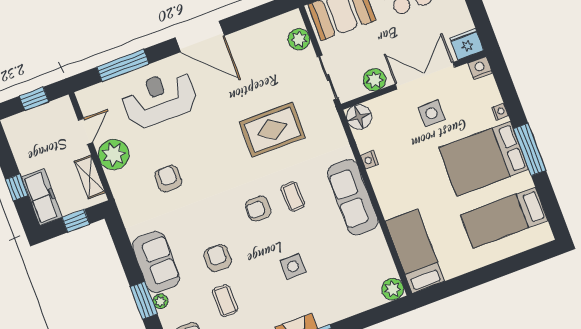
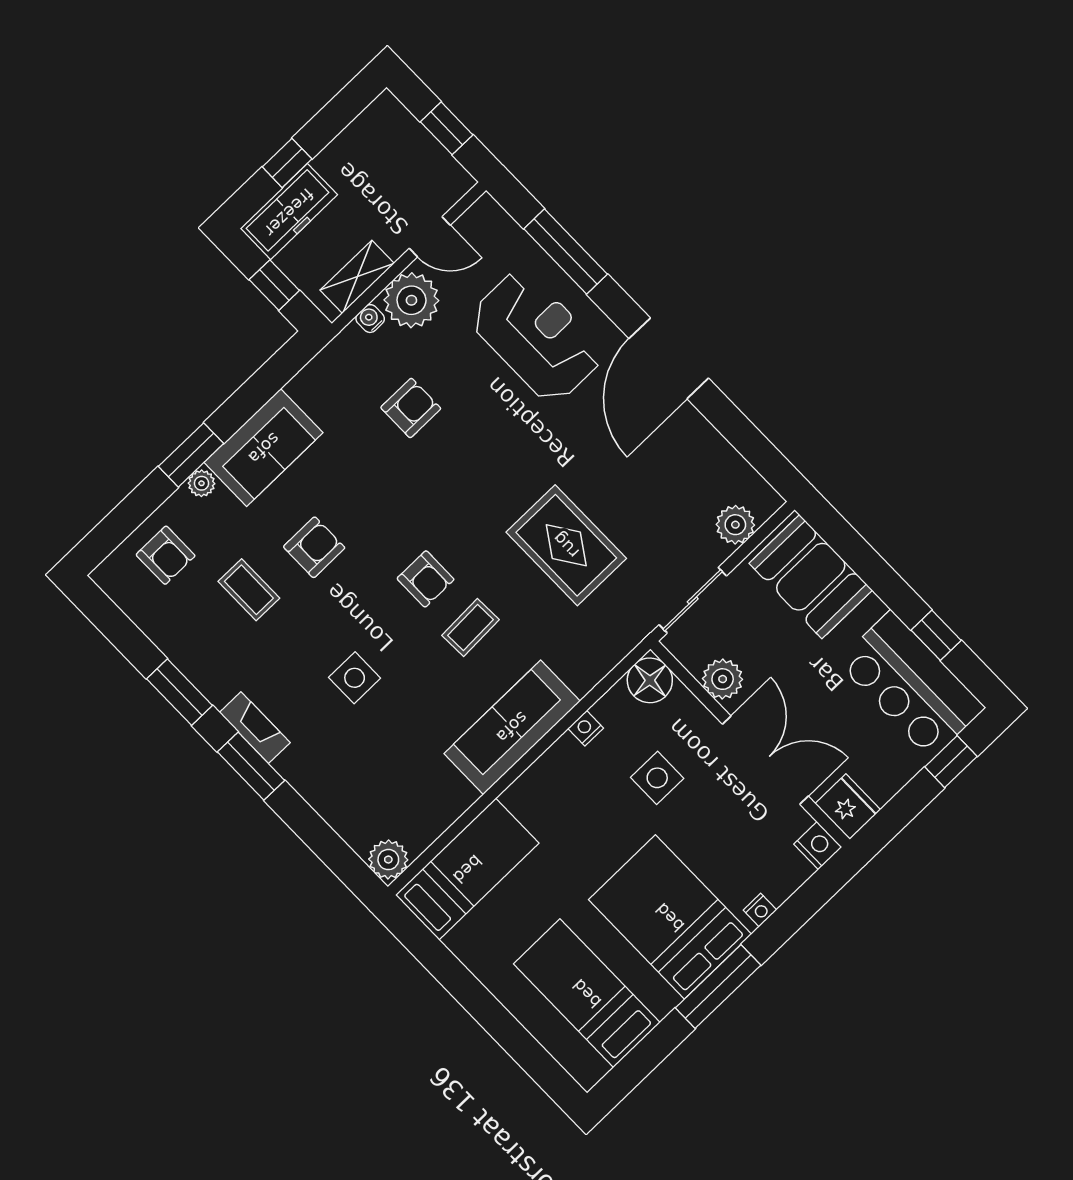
side table: (432, 113) -> (657, 778), moved
water cooler: (114, 179) -> (370, 319), added
armchair: (258, 209) -> (426, 579), turned 180
coffee table: (225, 301) -> (249, 590), turned 90

